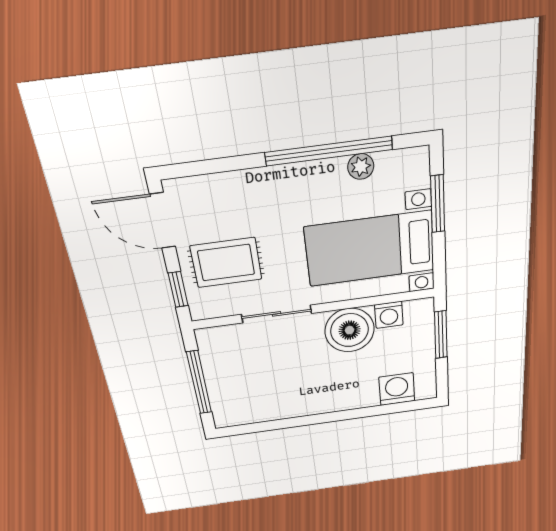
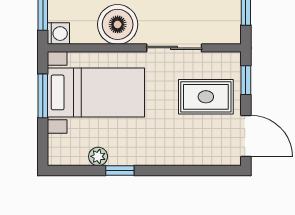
window: (329, 151) -> (120, 171), width x0.32
window: (438, 204) -> (43, 96), moved
washing machine: (389, 315) -> (58, 34), moved, turned 90

